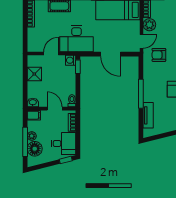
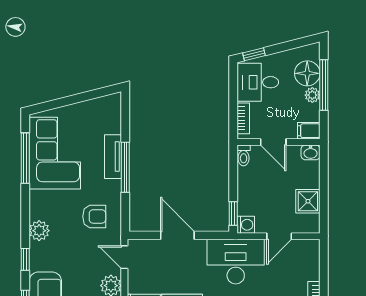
door: (142, 41) -> (124, 257), hinge flipped
armchair: (159, 55) -> (94, 216), moved
tv unit: (148, 115) -> (113, 157), moved

